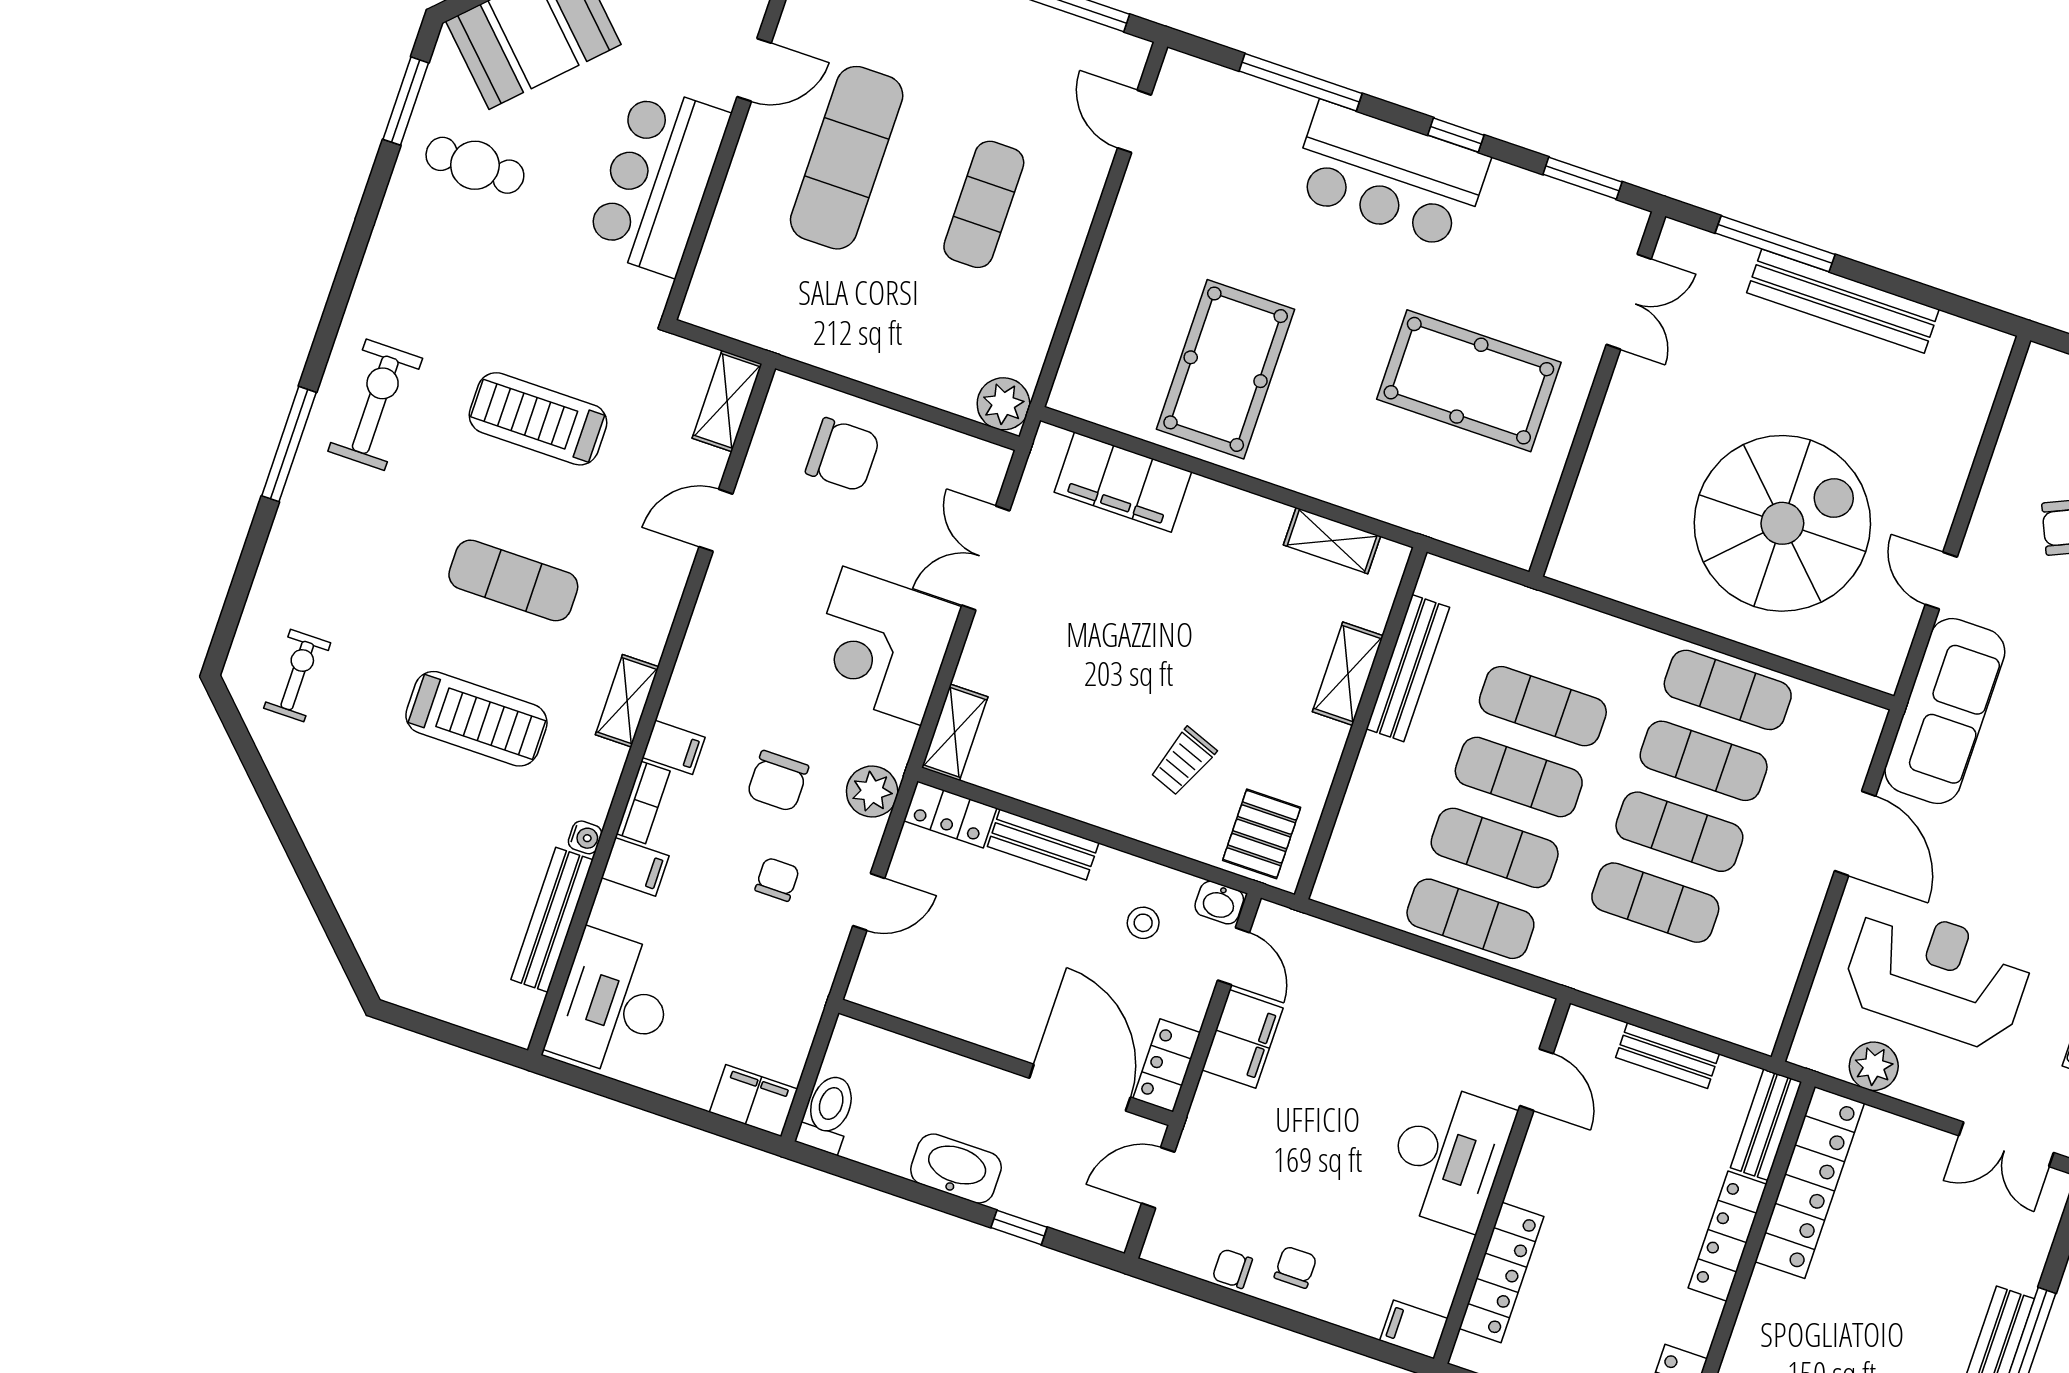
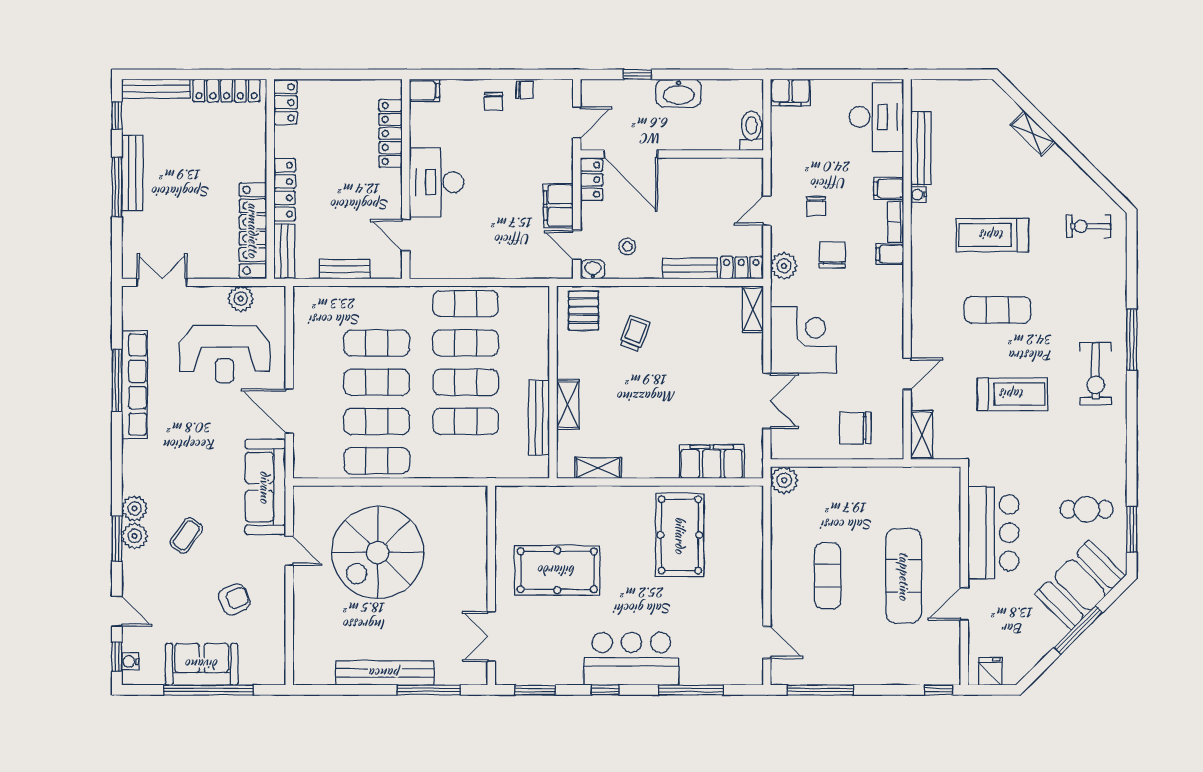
exercise bike: (297, 676) -> (1089, 226), turned 90
shelving: (627, 701) -> (1033, 133), moved, turned -45
toilet: (828, 1113) -> (751, 131), moved, turned 180

